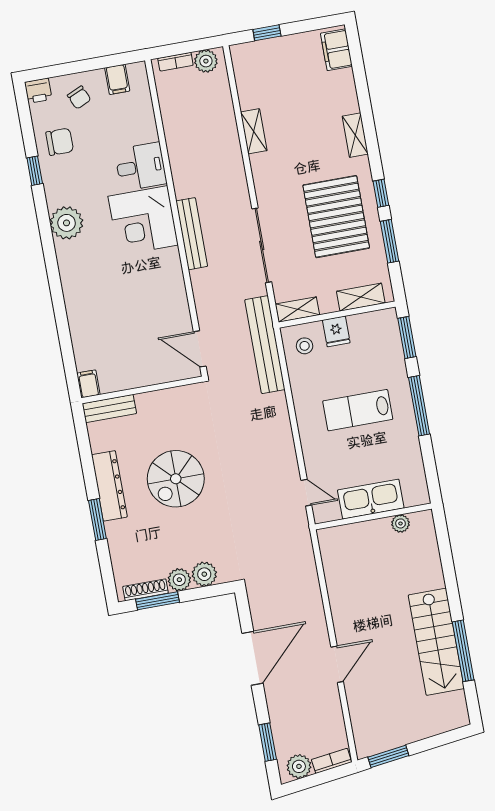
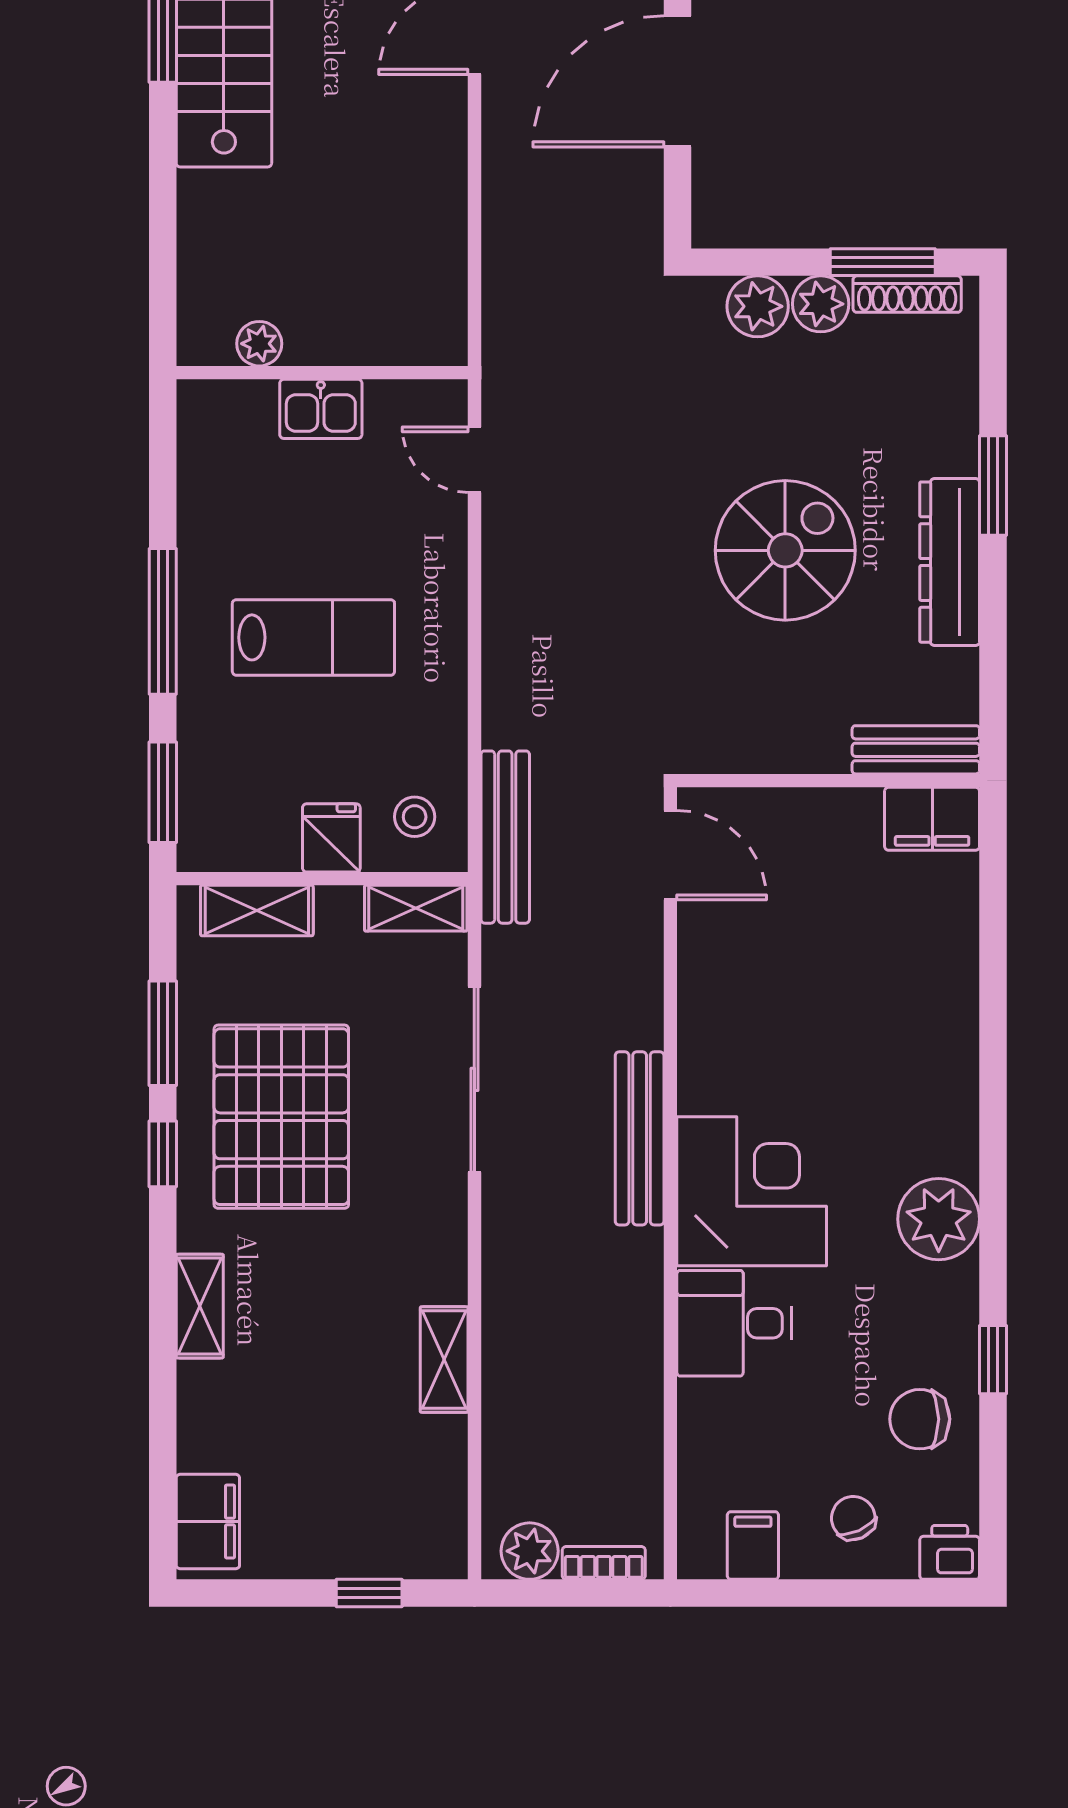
bench: (265, 345) -> (505, 837), width x0.73, depth x0.82
filing cabinet: (88, 384) -> (932, 819), width x2.00
kitchen sink: (371, 499) -> (321, 409), width x0.53, depth x0.81

